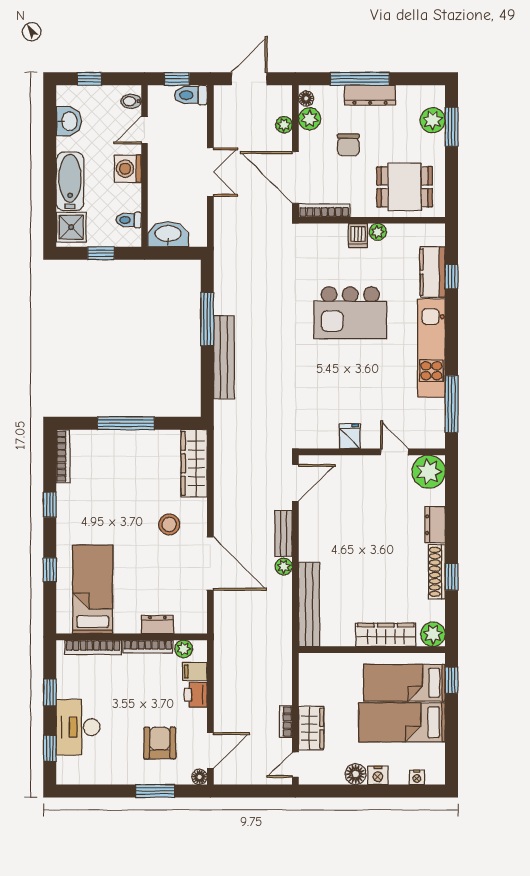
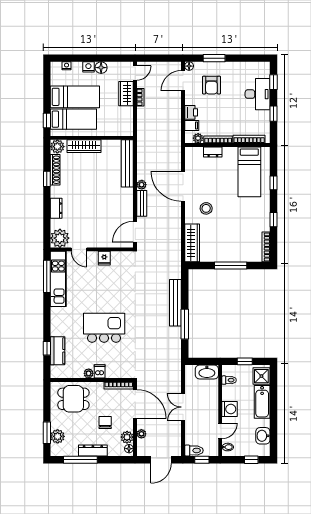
window: (360, 79) -> (80, 460), moved
kitchen unit: (431, 348) -> (58, 279), moved
shoe rack: (437, 572) -> (55, 170), moved

